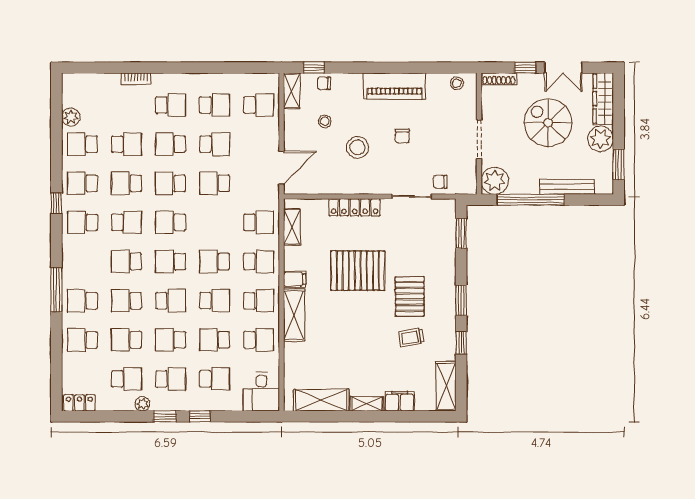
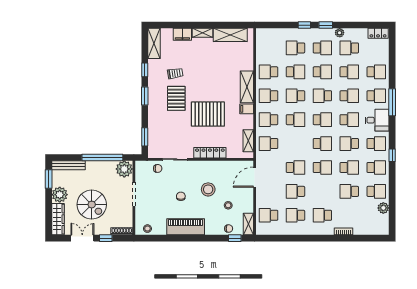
school desk: (171, 144) -> (322, 191), removed
bench: (567, 187) -> (68, 165), moved
school desk: (171, 379) -> (322, 48), turned 180
desk: (261, 392) -> (377, 120), moved, turned 90

